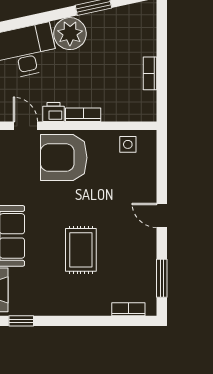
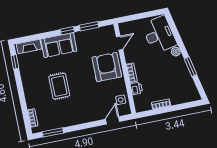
plant: (70, 34) -> (176, 52), width x0.53, depth x0.53
printer: (53, 112) -> (136, 88), moved
door: (162, 215) -> (113, 120), moved
rug: (81, 250) -> (59, 86), turned 90

